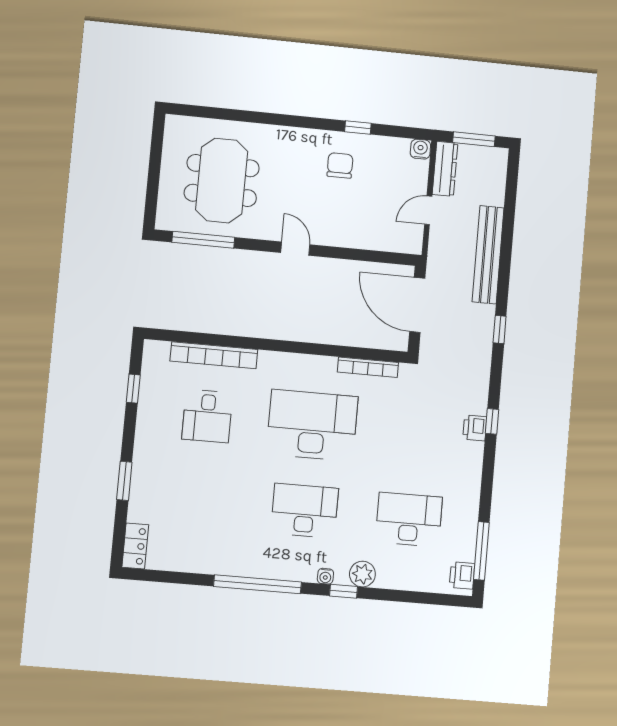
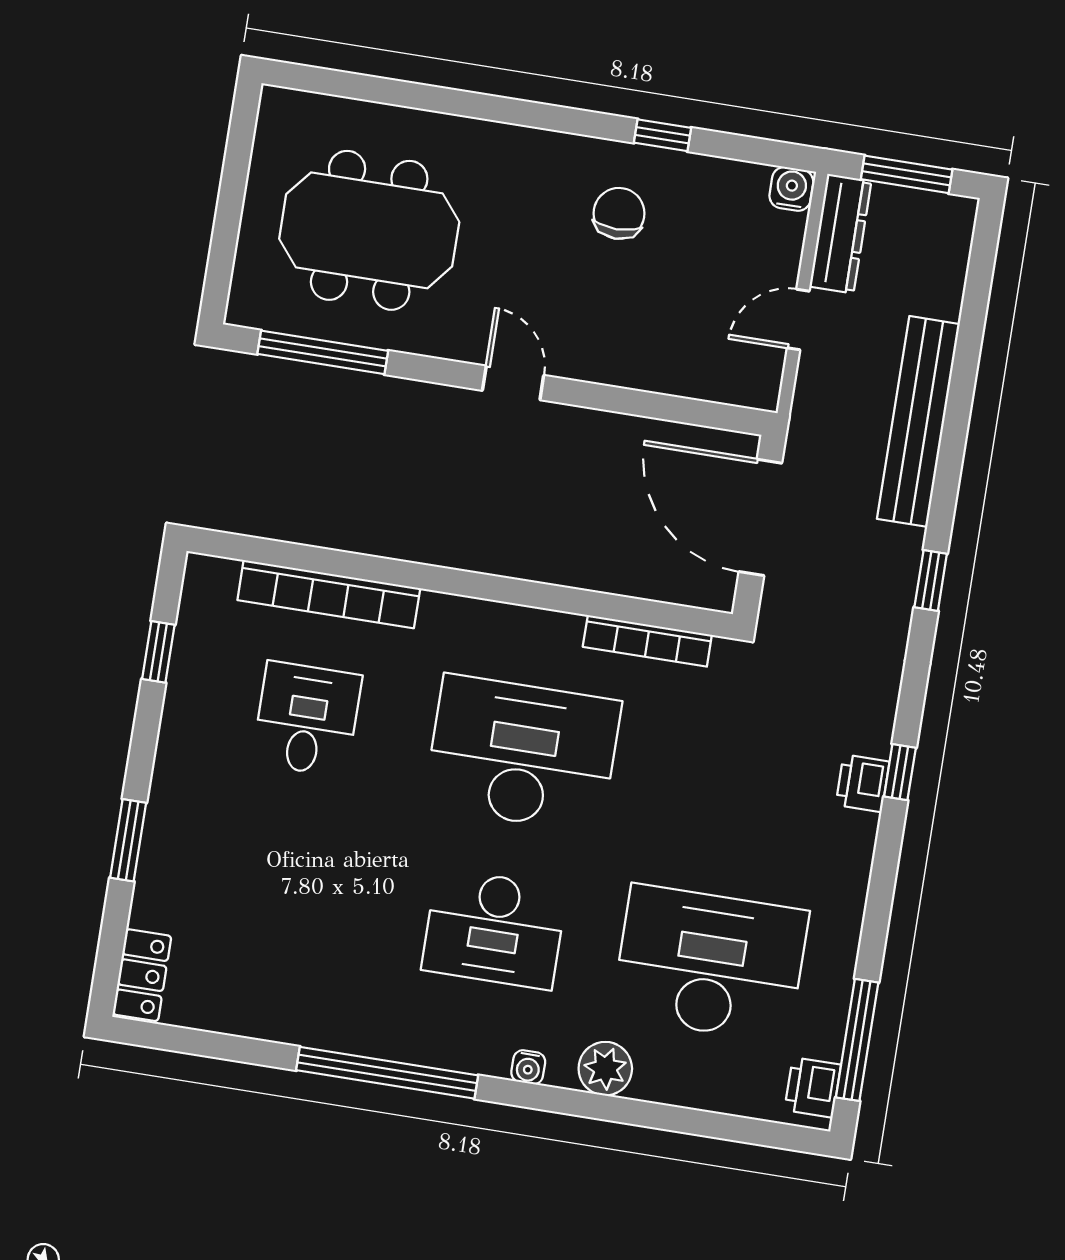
meeting table: (222, 180) -> (369, 230), turned 90
desk: (207, 416) -> (307, 719), turned 180
desk: (305, 511) -> (494, 929), turned 180
desk: (409, 520) -> (710, 963), width x1.36, depth x1.30
window: (343, 591) -> (563, 1101), removed

